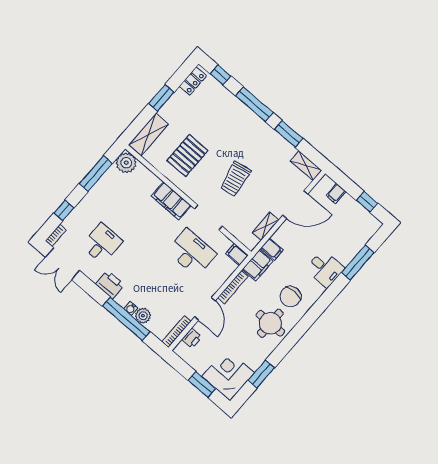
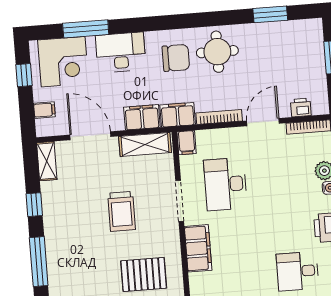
window: (289, 134) -> (34, 205), width x0.67
trolley: (235, 179) -> (122, 211), turned 101
shelving: (265, 226) -> (145, 144), width x1.50, depth x1.33
filing cabinet: (272, 249) -> (142, 117), width x2.00
desk: (325, 269) -> (121, 52), width x1.37
corner desk: (228, 375) -> (63, 62), moved, turned -90

